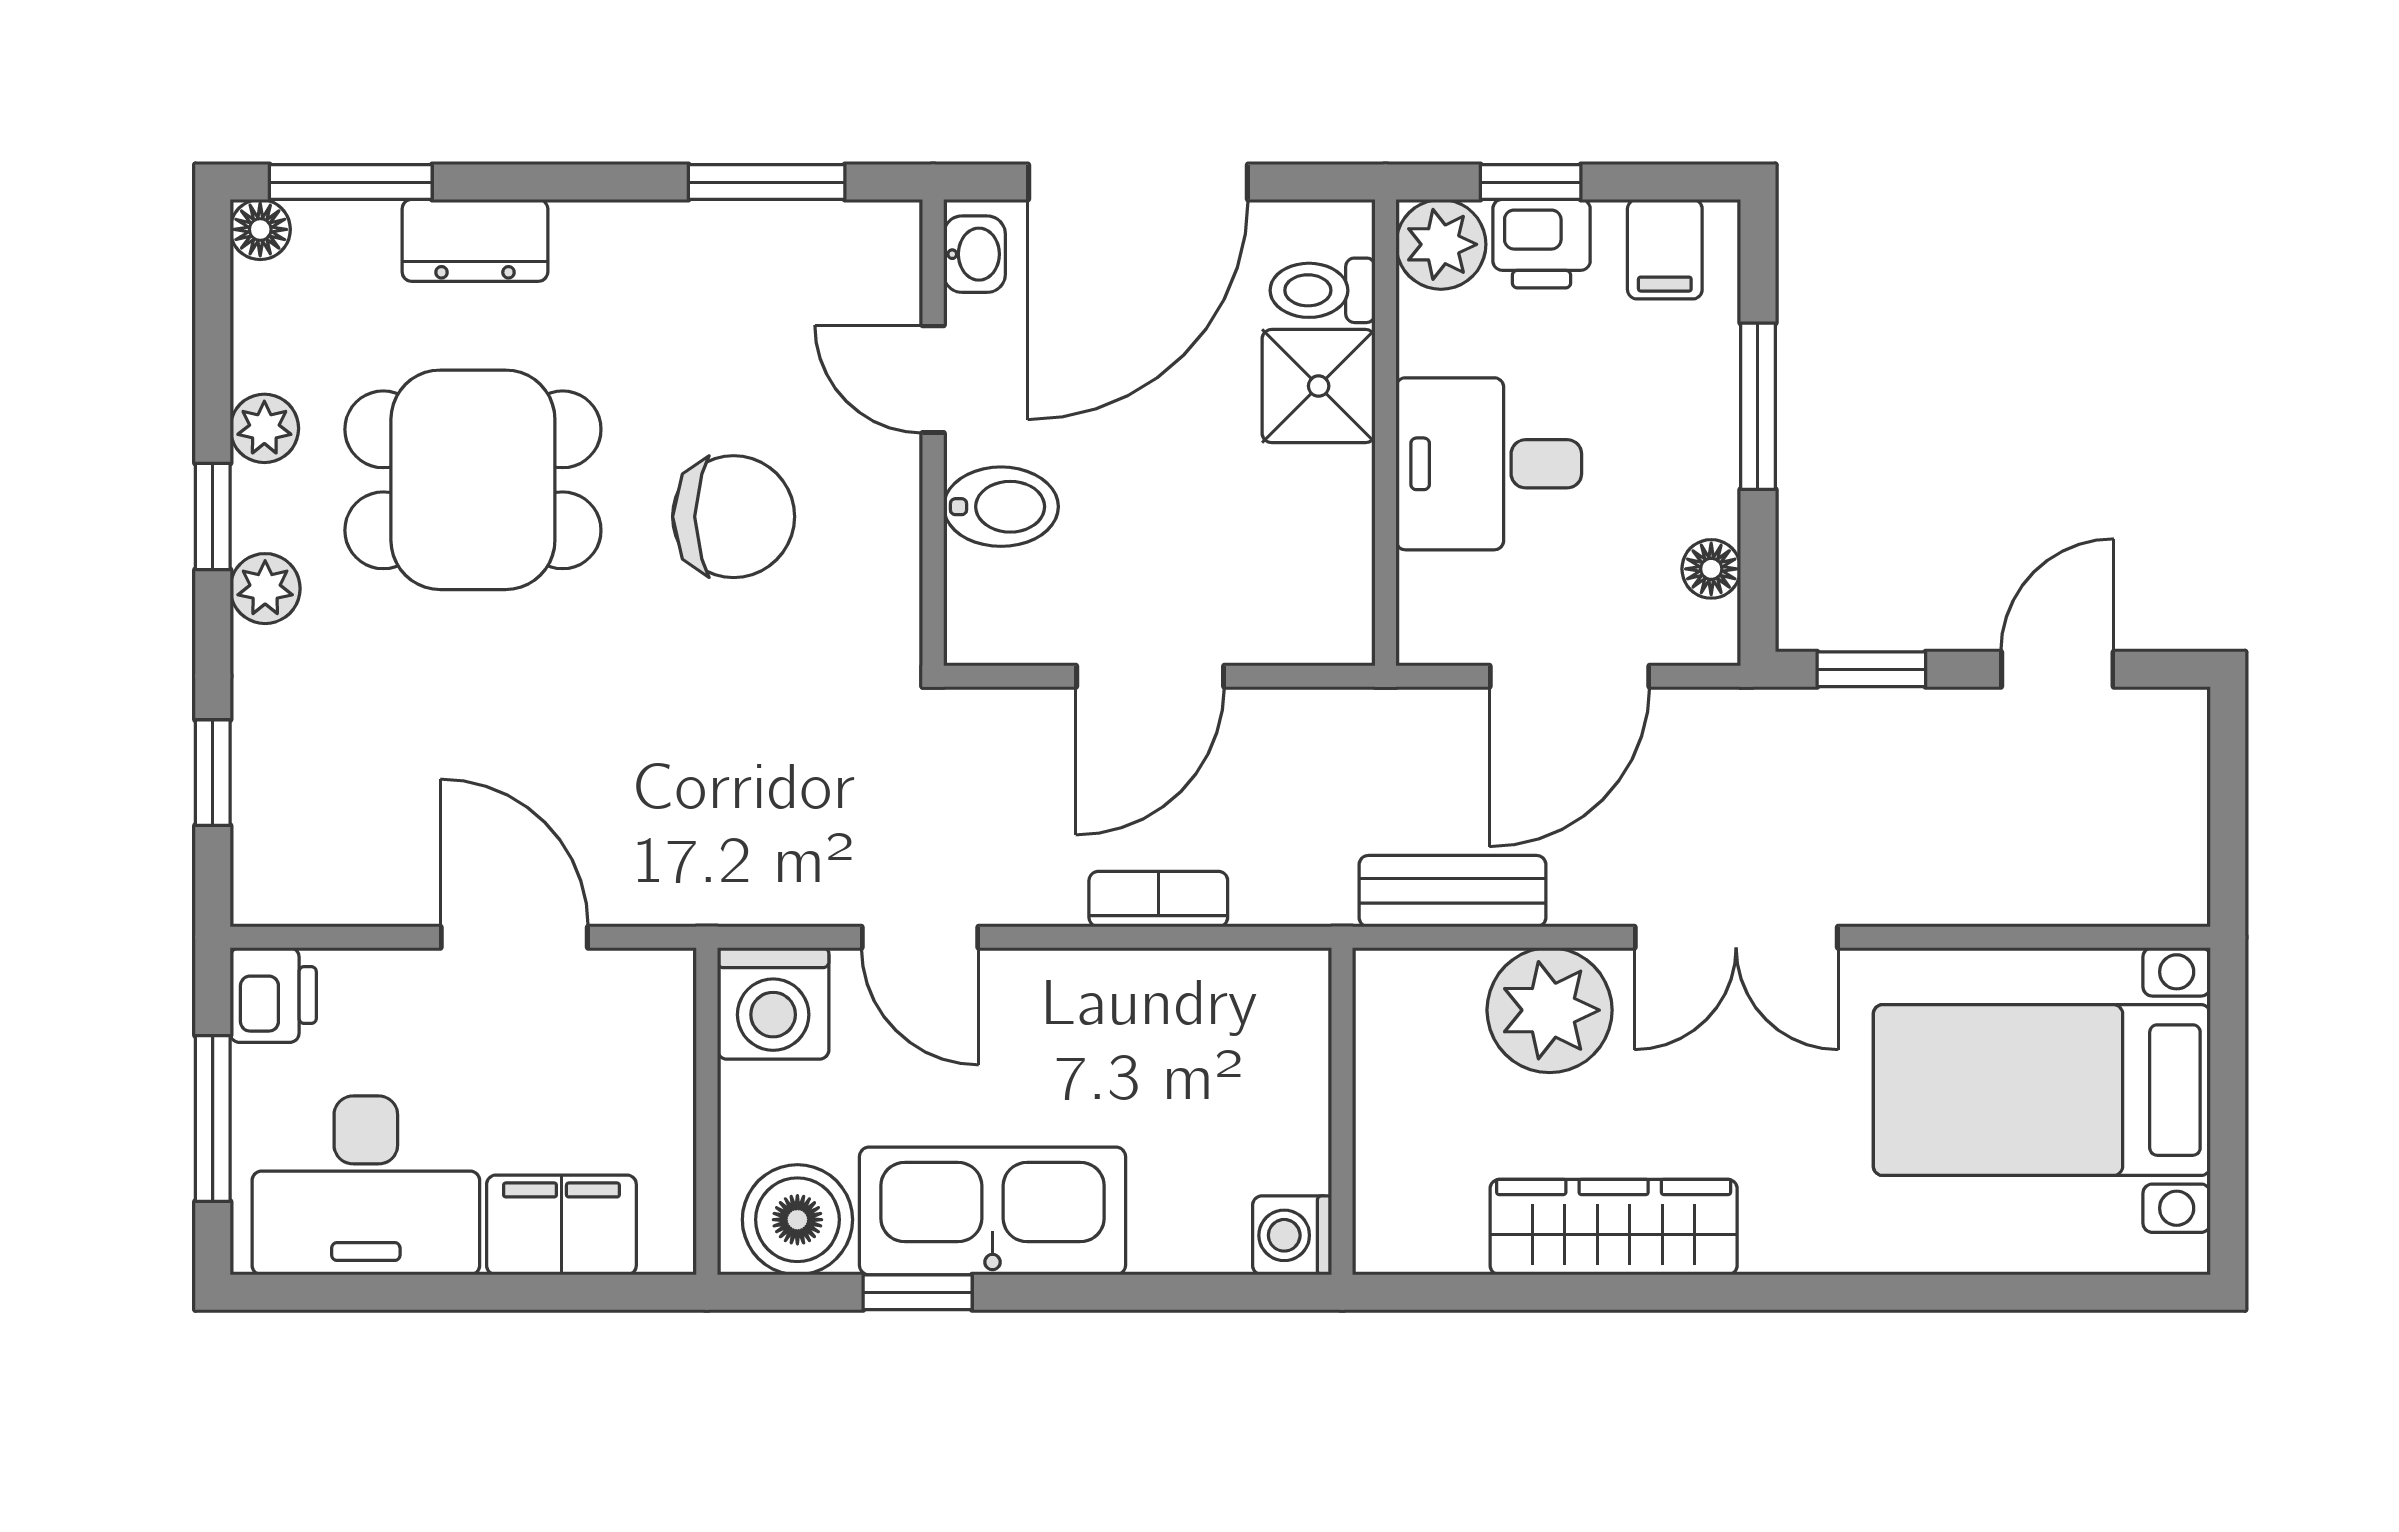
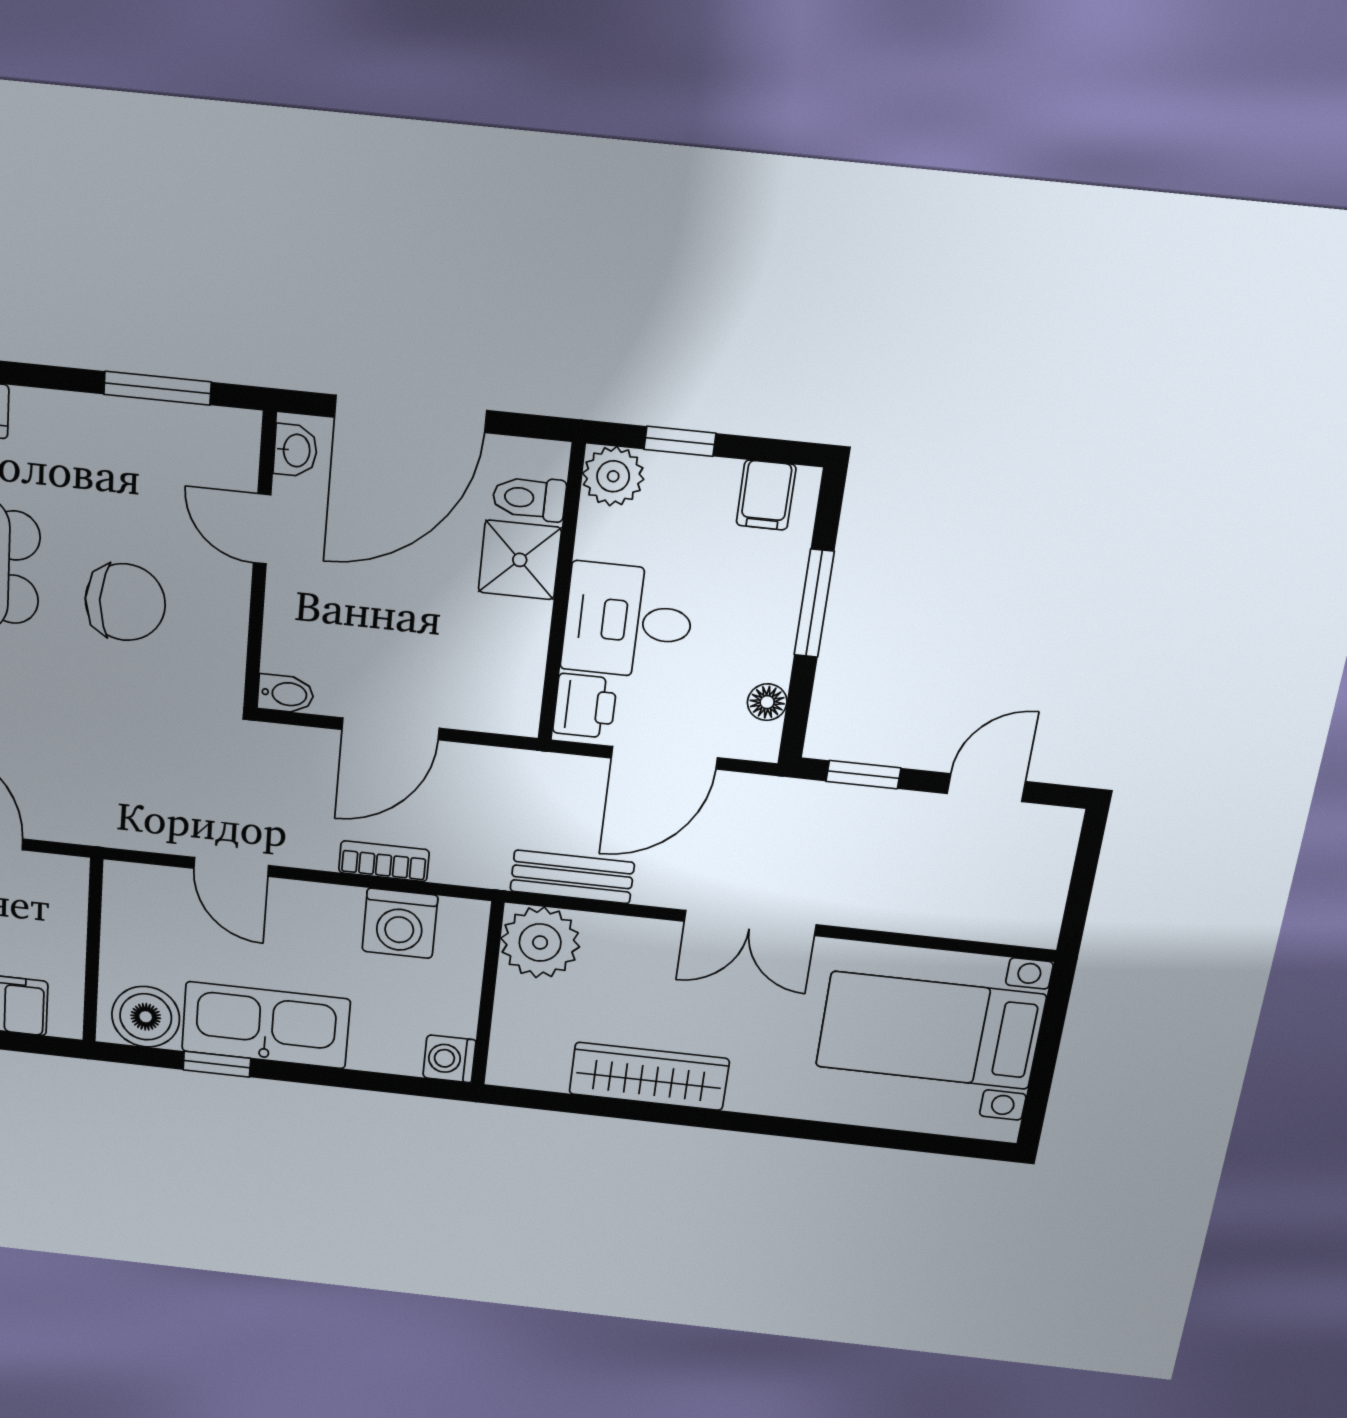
printer: (1542, 244) -> (585, 706), moved, turned -90
bidet: (1001, 507) -> (286, 694), moved, width x0.72, depth x0.74
washing machine: (773, 1003) -> (400, 923), moved
plant: (1550, 1010) -> (540, 942), moved

